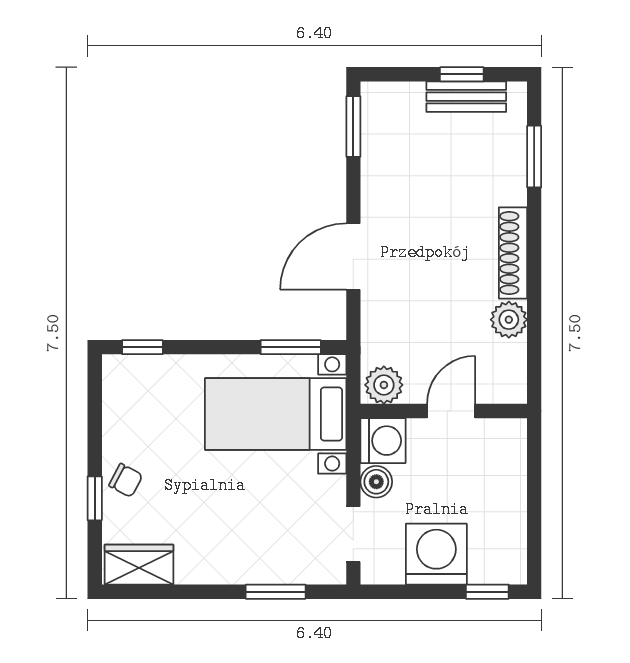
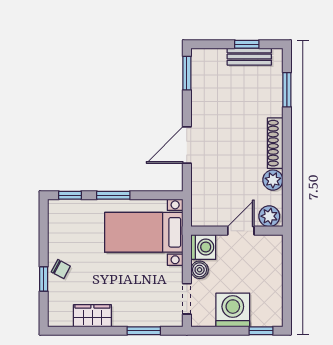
window: (291, 347) -> (113, 195), moved
plant: (384, 385) -> (269, 216), moved
wardrobe: (139, 565) -> (92, 316), moved

